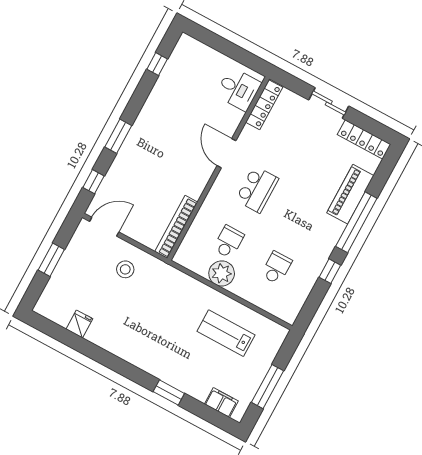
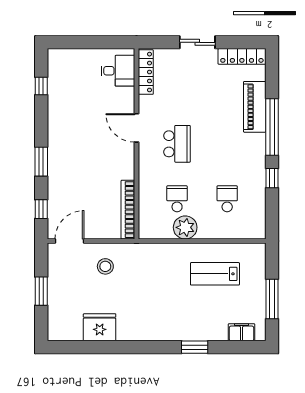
fridge: (79, 324) -> (100, 327), width x1.88, depth x1.34

